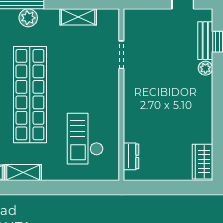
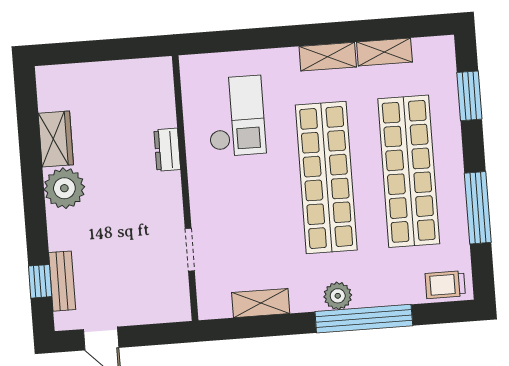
plant: (205, 68) -> (64, 188), moved, width x1.87, depth x1.87
dresser: (131, 156) -> (167, 150), moved
wardrobe: (202, 162) -> (56, 139), moved

